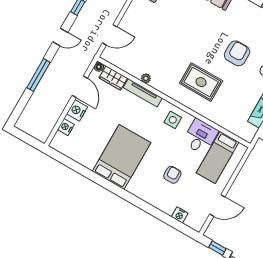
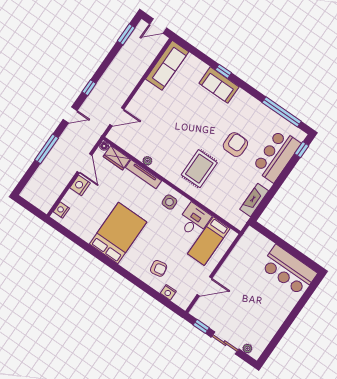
rug: (201, 82) -> (199, 169), turned 90
nightstand: (66, 127) -> (61, 210), moved
armchair: (172, 175) -> (159, 268), moved, turned 79

